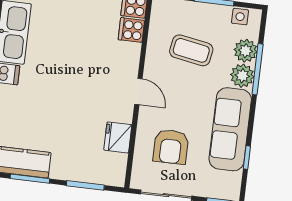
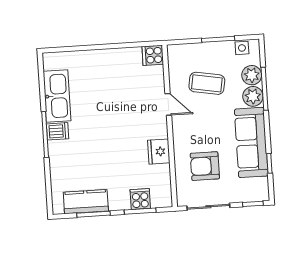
cooker: (131, 30) -> (140, 199), moved, turned 90
door: (138, 91) -> (168, 104), moved
fridge: (118, 137) -> (159, 152), moved
armchair: (171, 147) -> (205, 166), turned 90

